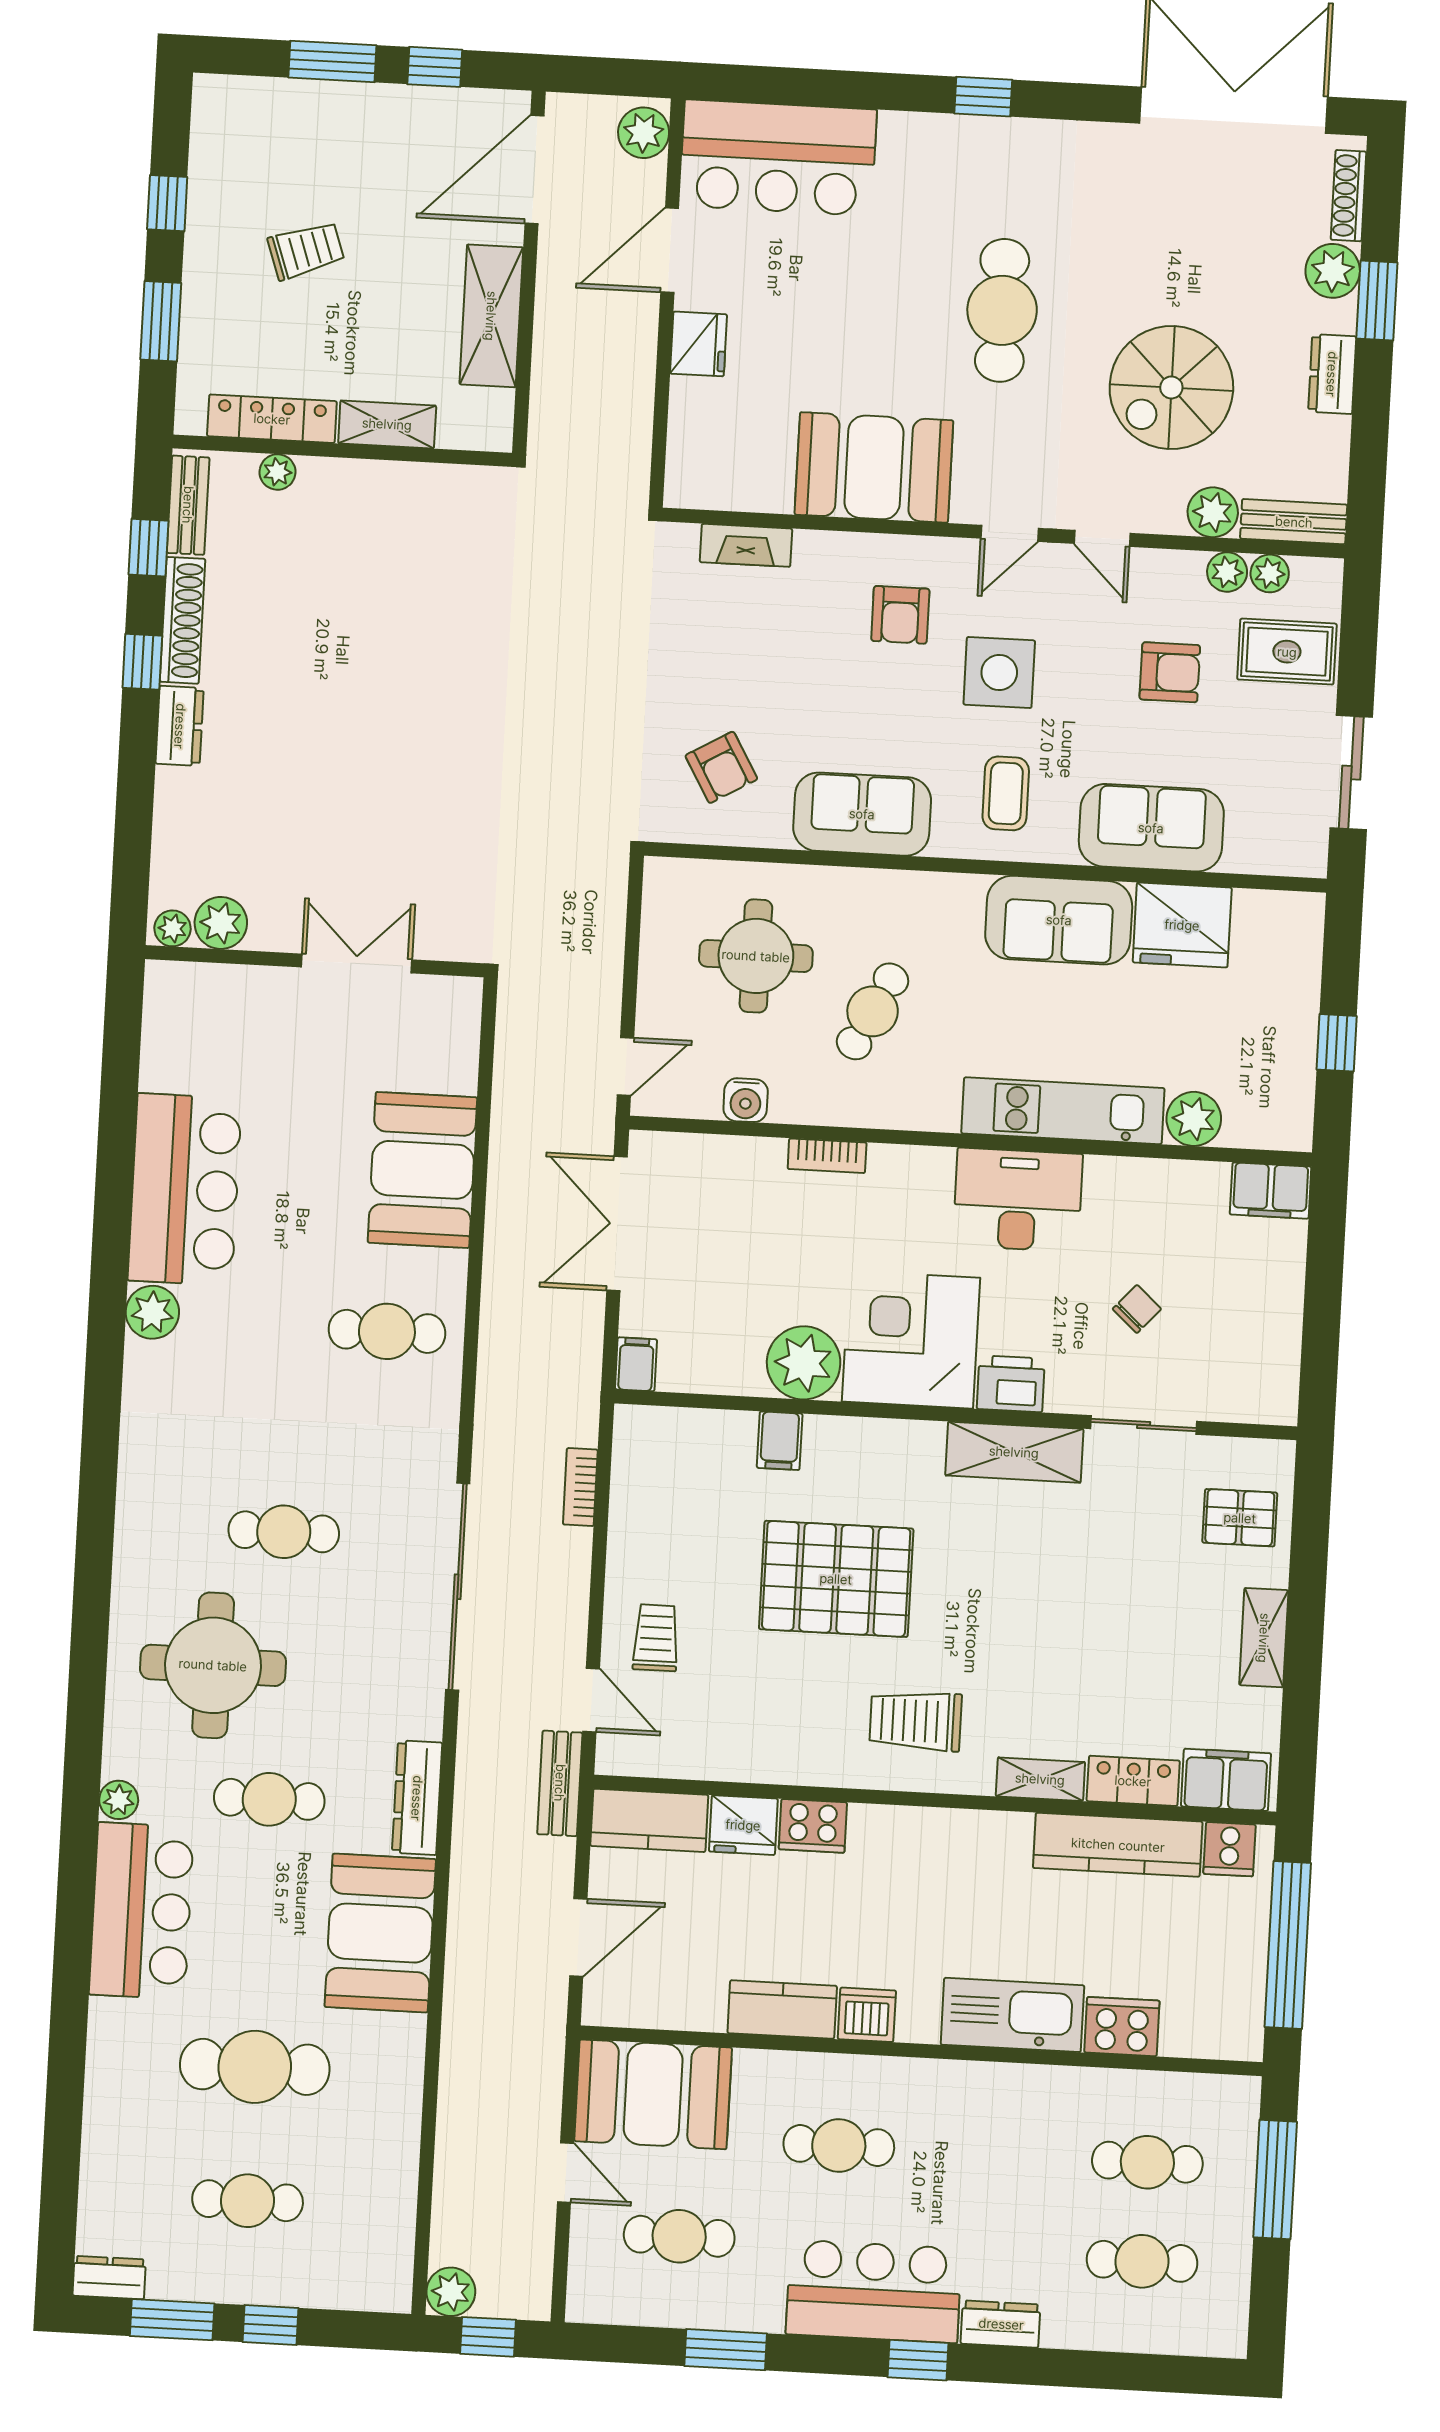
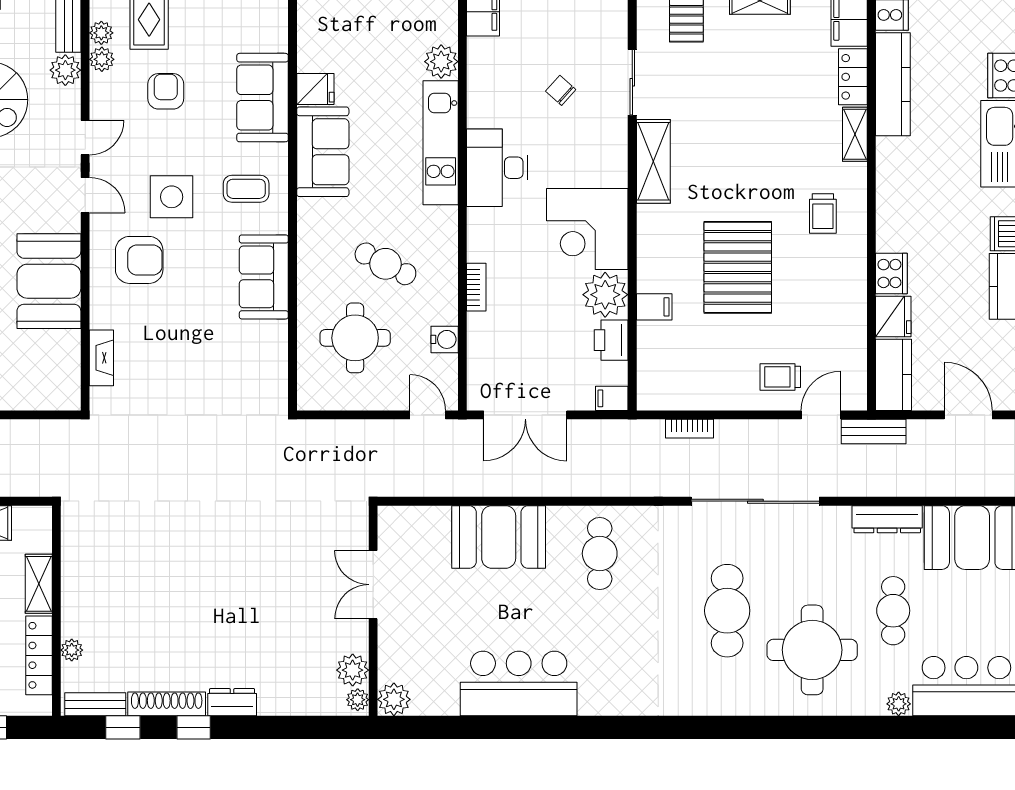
armchair: (900, 615) -> (139, 260), width x1.38, depth x1.38
armchair: (721, 767) -> (240, 366), removed
fridge: (1182, 925) -> (315, 89), width x0.53, depth x0.75
plant: (152, 1312) -> (394, 699), moved
printer: (1011, 1384) -> (611, 340), moved
cafe table: (284, 1532) -> (727, 611), width x1.37, depth x1.35
trolley: (916, 1721) -> (823, 213), width x0.73, depth x0.72

